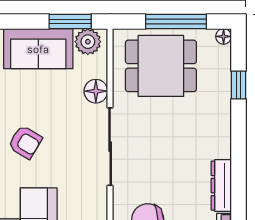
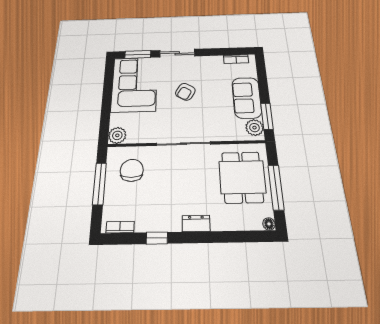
window: (238, 85) -> (157, 238), moved
floor lamp: (96, 91) -> (221, 134), removed
dresser: (221, 186) -> (196, 223), moved, width x0.70

